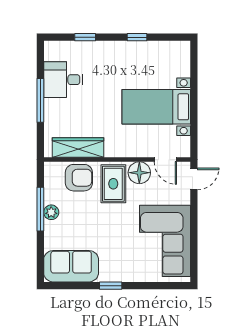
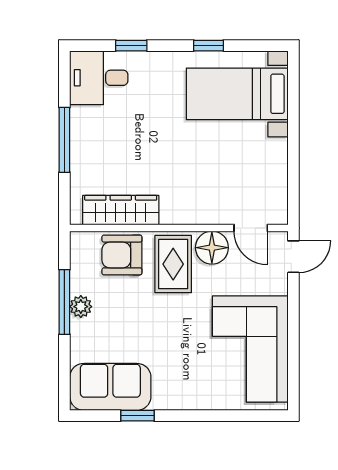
desk: (63, 80) -> (99, 78), moved
bed with nightstands: (156, 107) -> (237, 94), moved
armchair: (79, 178) -> (122, 255), turned 180
window: (111, 286) -> (137, 416), moved

